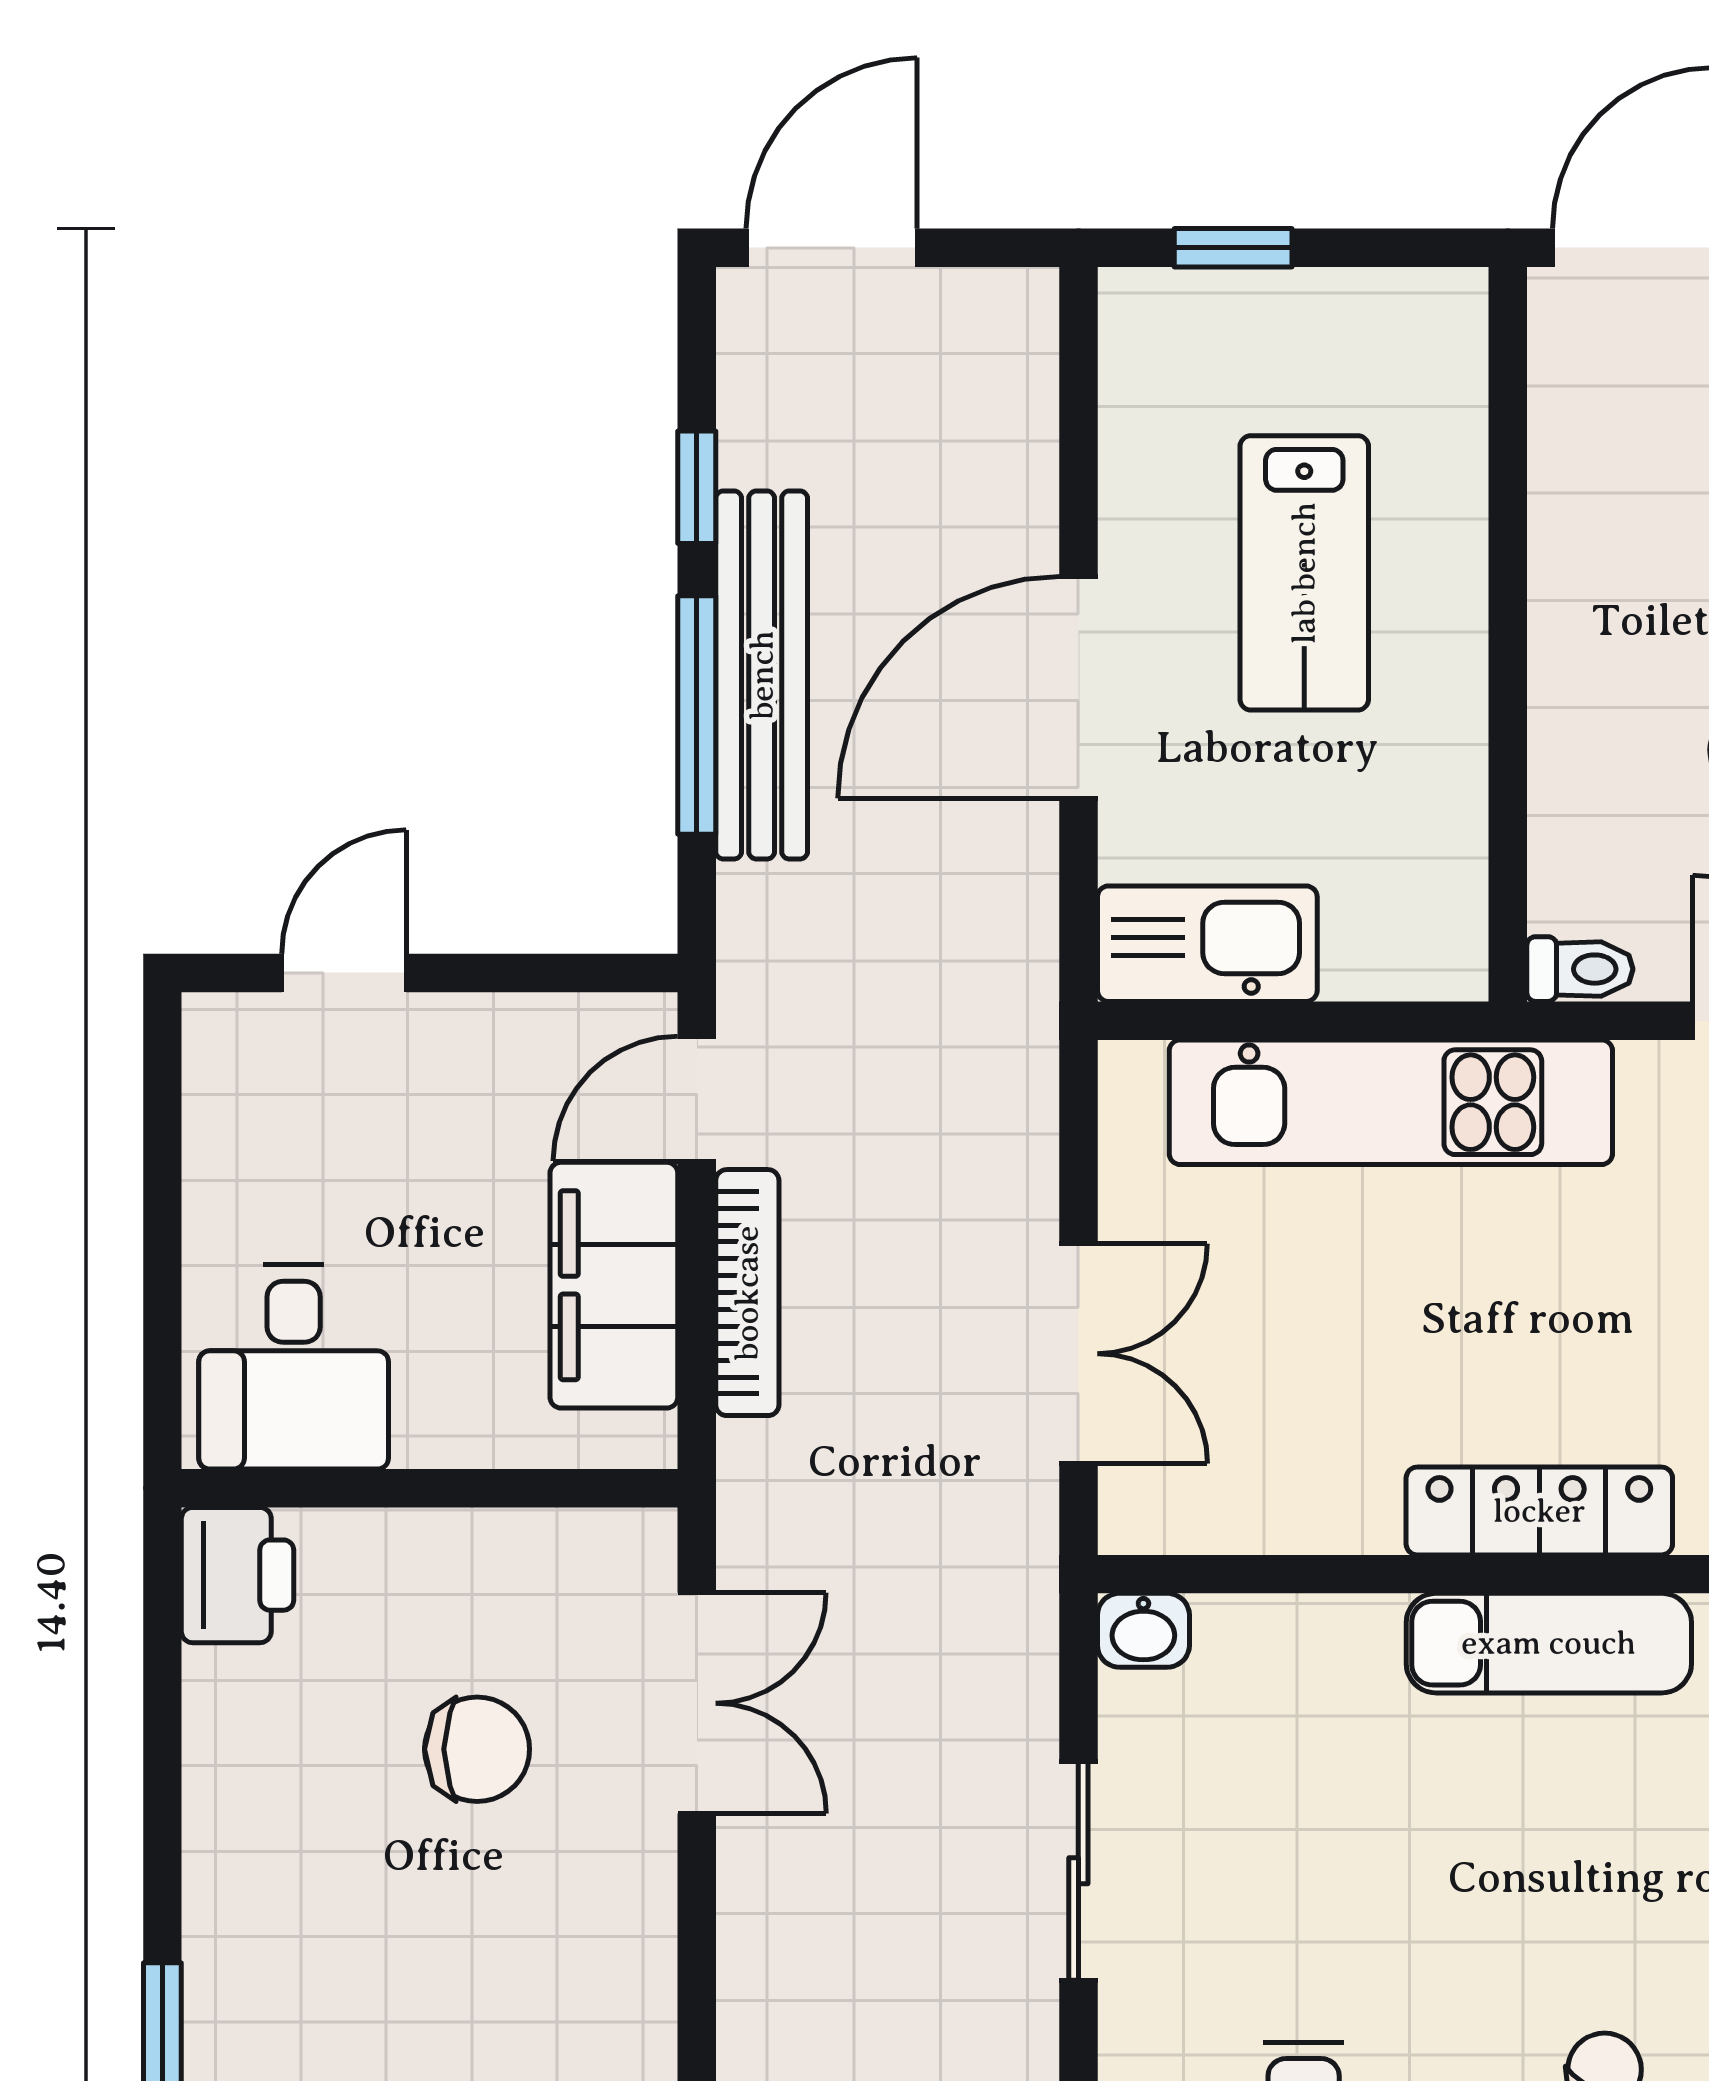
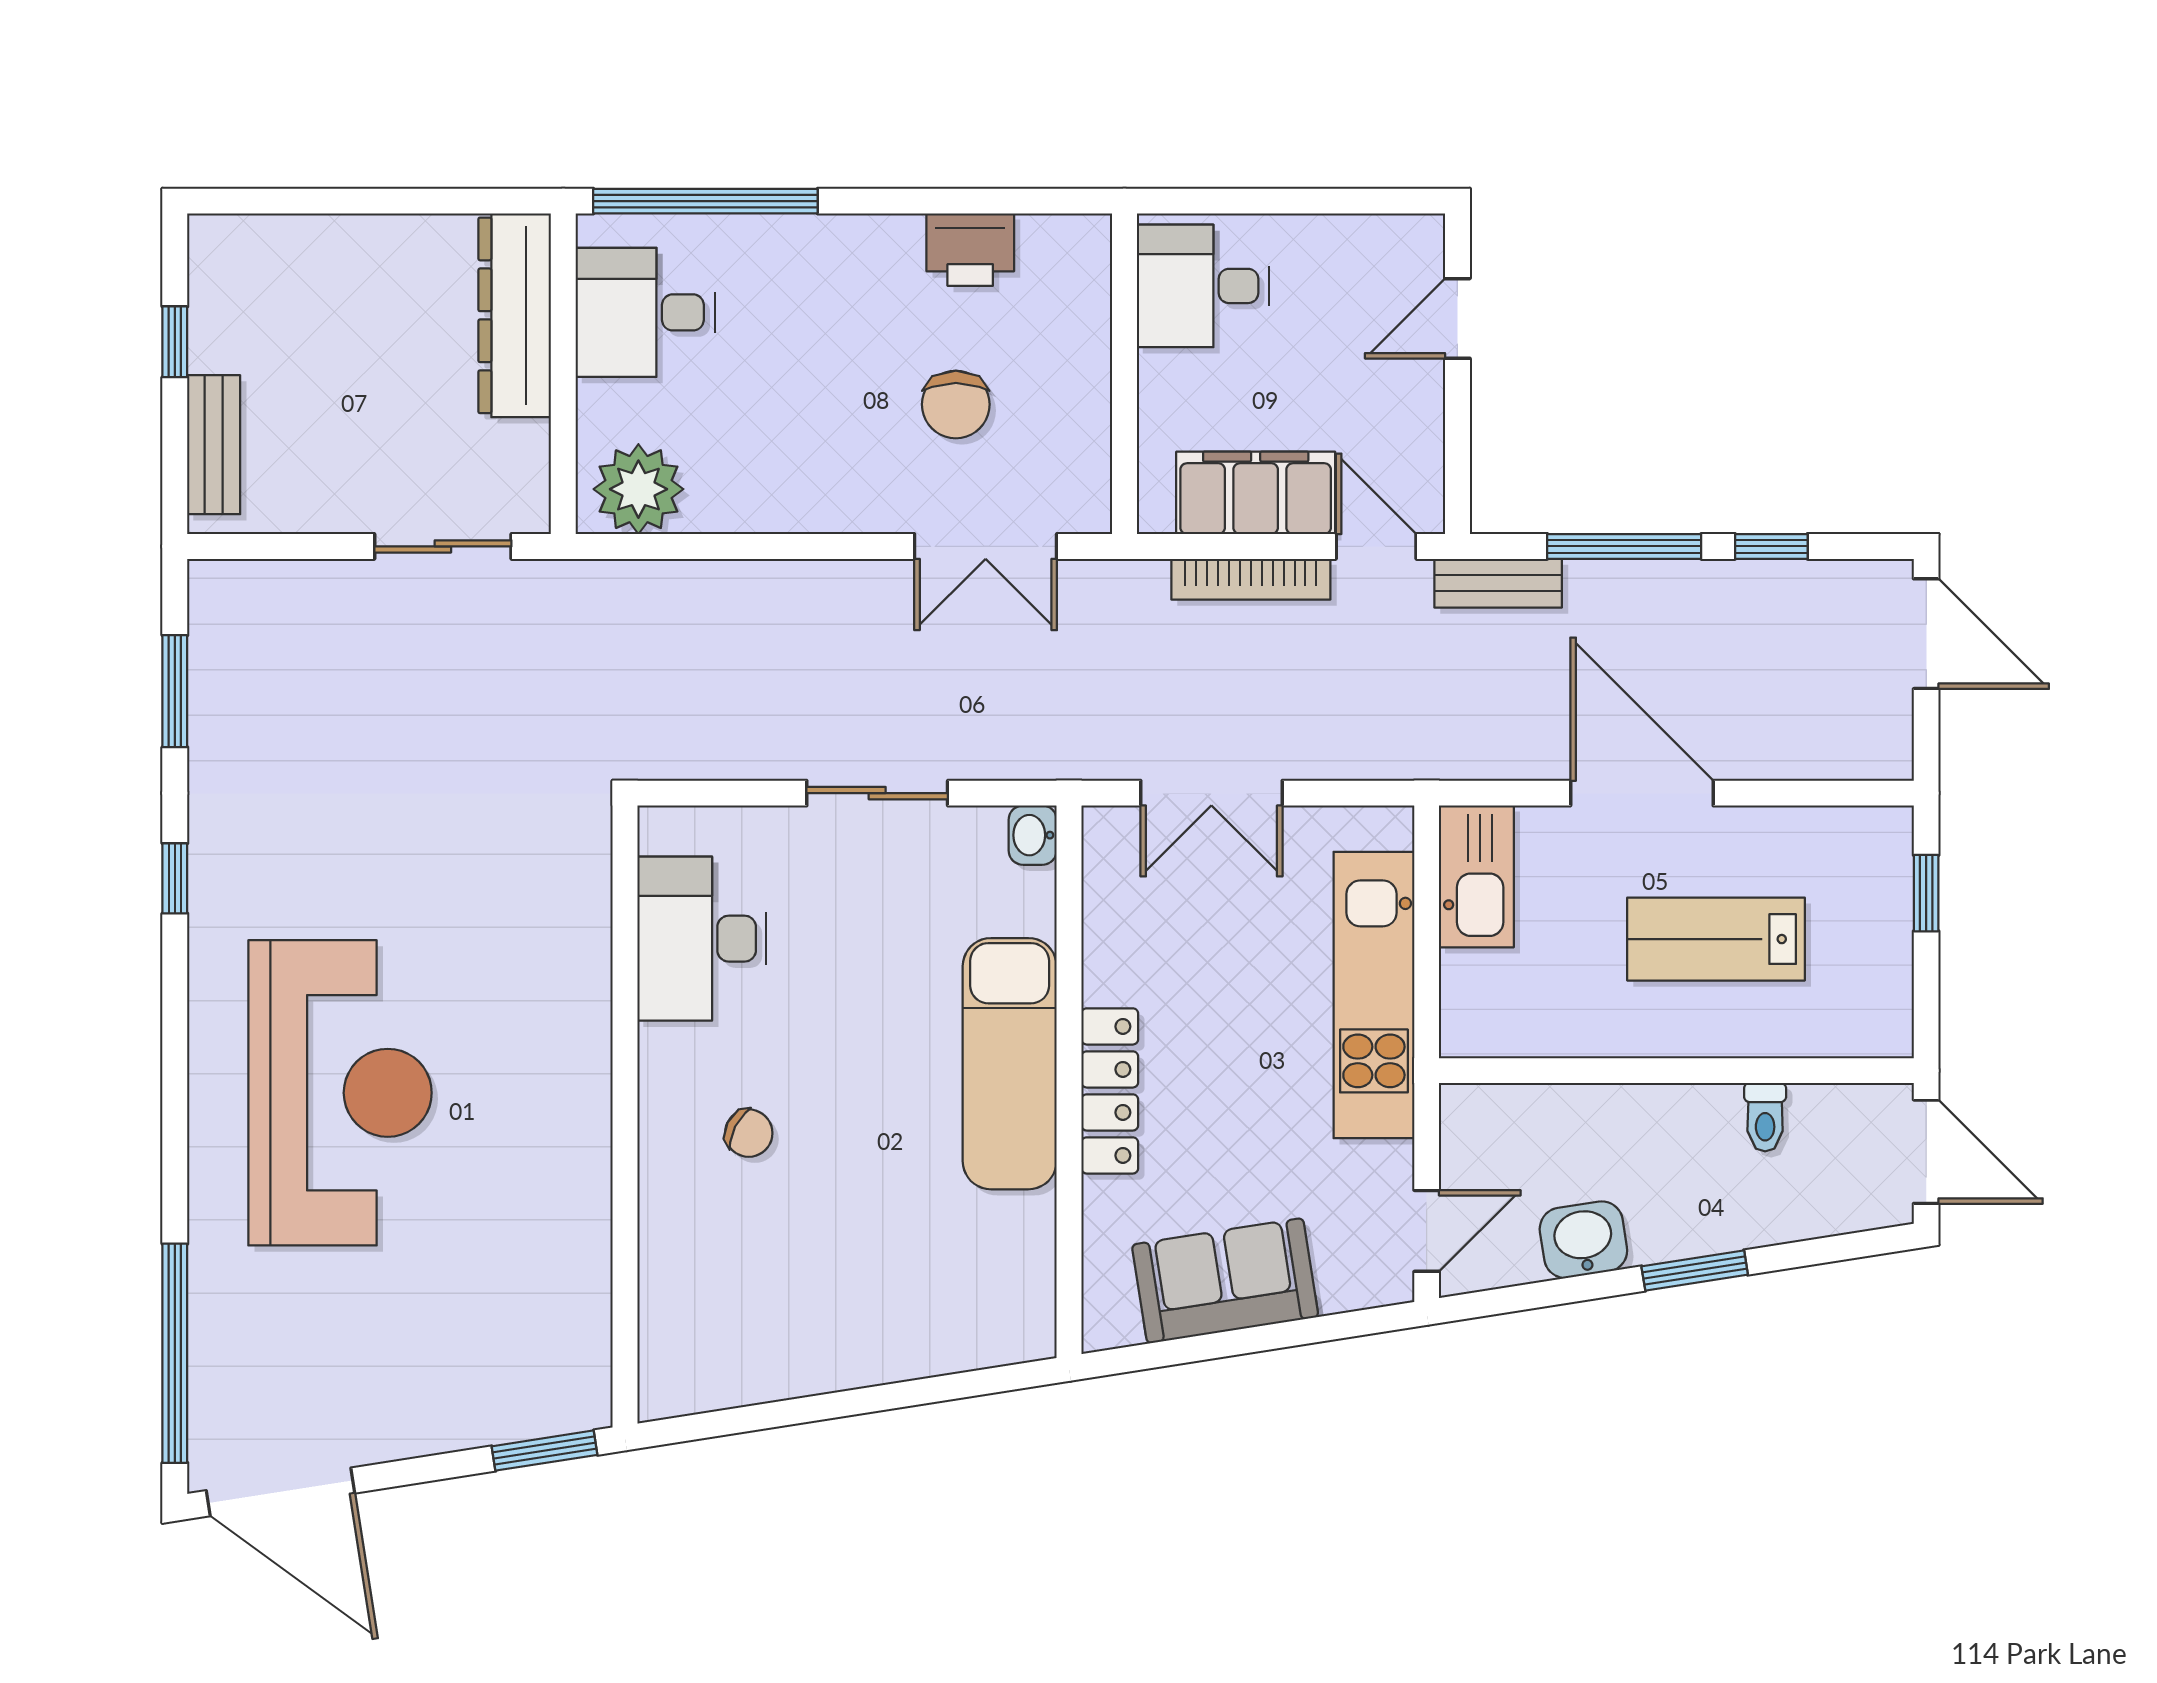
bench: (762, 675) -> (1498, 583), moved, width x0.54, depth x0.82
toilet: (1580, 969) -> (1765, 1117), moved
door: (344, 973) -> (1457, 318), swing flipped
printer: (237, 1575) -> (970, 250), moved
exam couch: (1549, 1643) -> (1010, 1064), width x1.36, depth x1.45

